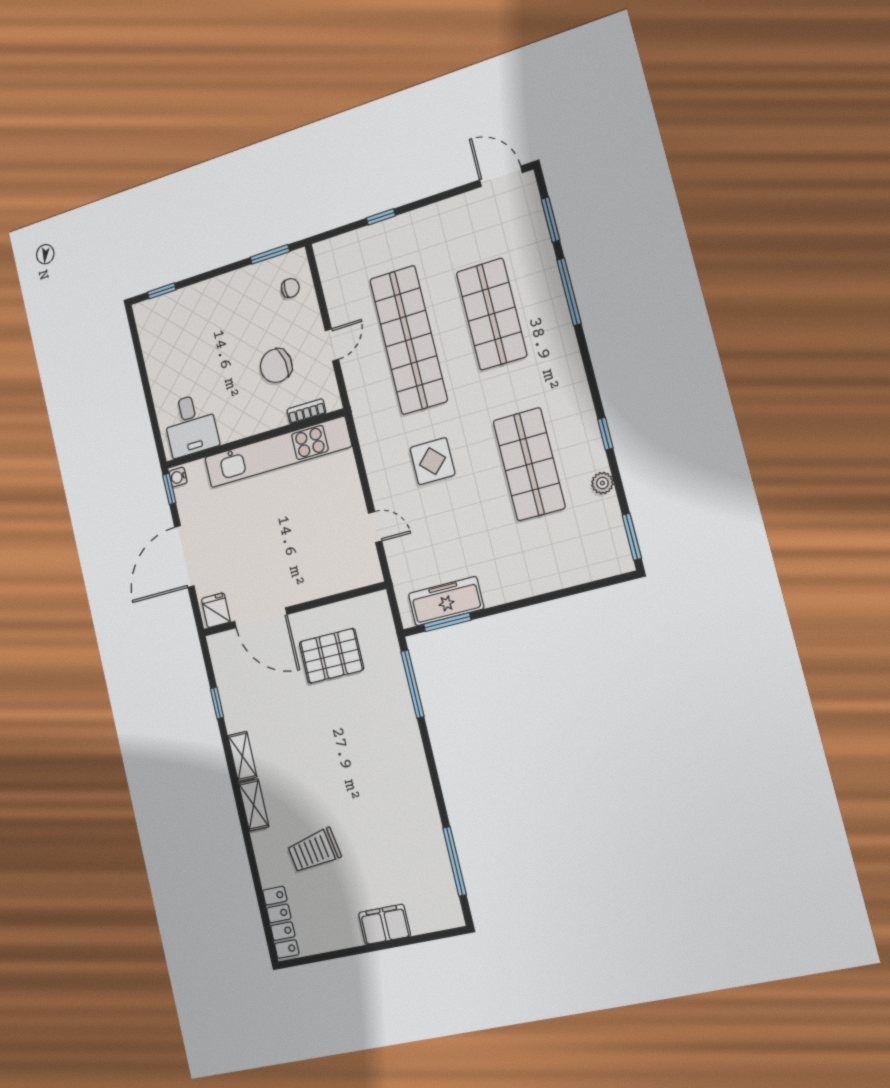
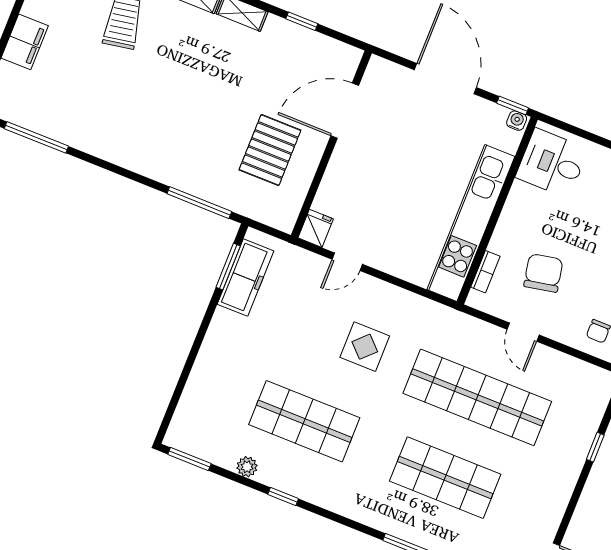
fridge: (216, 610) -> (316, 228), moved, turned -90

